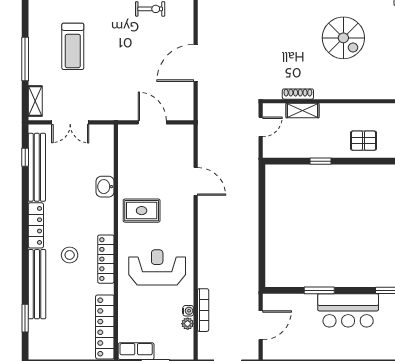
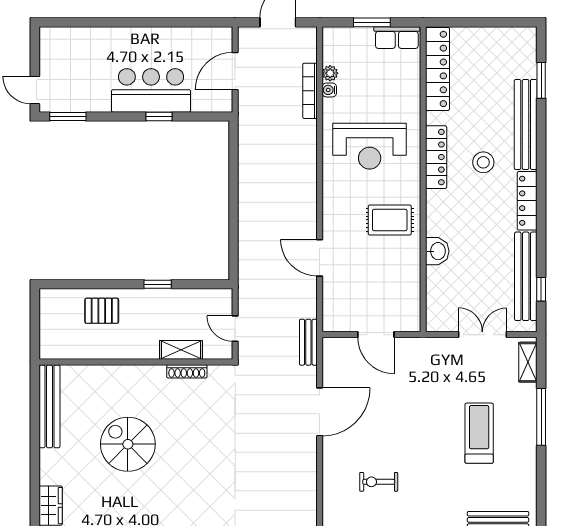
bench: (204, 116) -> (308, 342), added
door: (261, 127) -> (235, 329), hinge flipped
window: (319, 290) -> (159, 117), width x0.67
bar counter: (348, 310) -> (151, 90), moved

